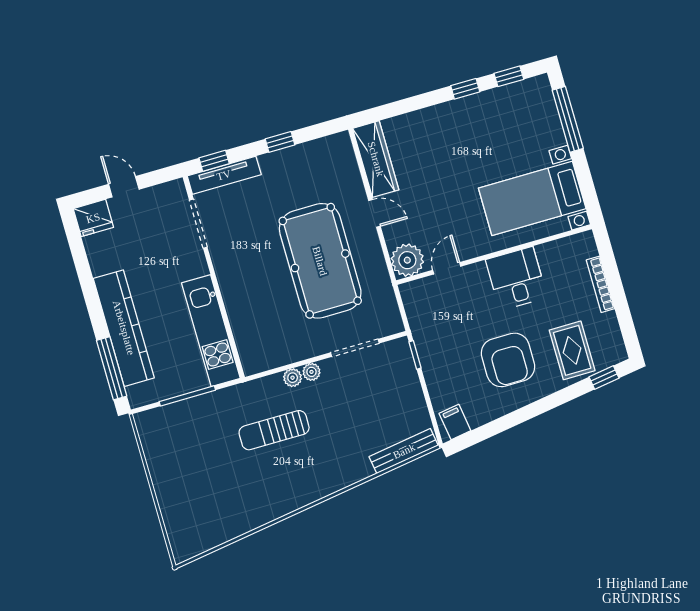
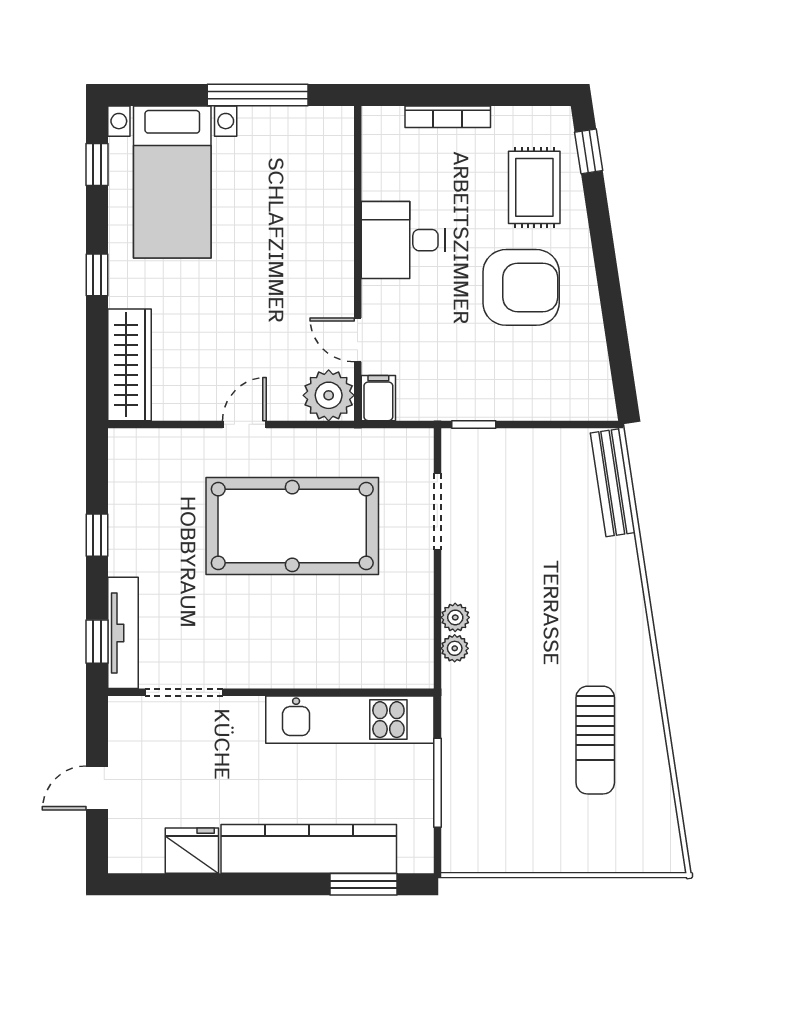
window: (465, 89) -> (97, 275), moved
window: (568, 119) -> (258, 95), moved
wardrobe: (376, 159) -> (130, 365), moved, turned 90
bed with nightstands: (532, 198) -> (172, 182), moved
fridge: (93, 218) -> (192, 851), moved, turned -90
rug: (572, 350) -> (534, 187), turned 90
window: (112, 368) -> (363, 884), width x0.69
plant: (311, 372) -> (455, 648), moved
filing cabinet: (455, 422) -> (378, 398), moved, turned 99
sun lounger: (274, 430) -> (595, 740), moved

